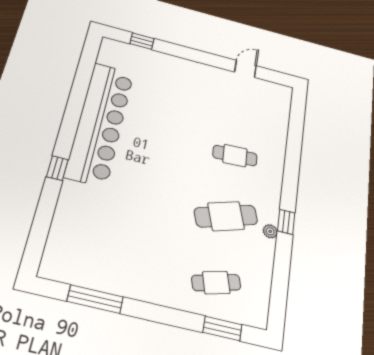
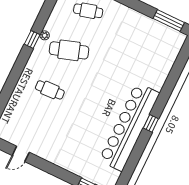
window: (57, 168) -> (151, 123), moved
window: (95, 299) -> (169, 21), moved

